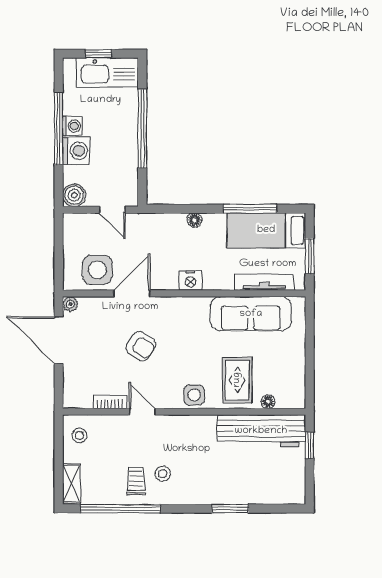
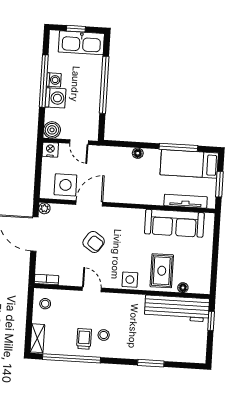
nightstand: (190, 280) -> (50, 150), moved, turned 180
bookcase: (110, 402) -> (47, 280), moved

